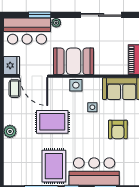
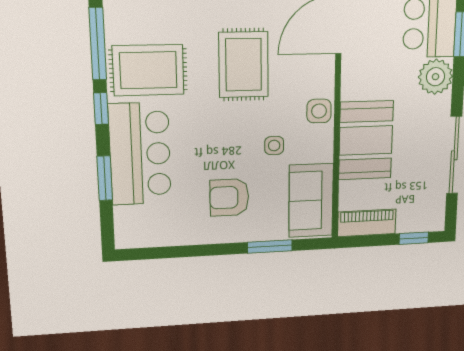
plant: (56, 23) -> (436, 77), width x1.87, depth x1.87
booth: (73, 61) -> (366, 140), moved

